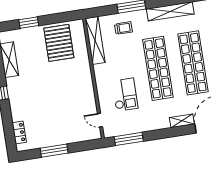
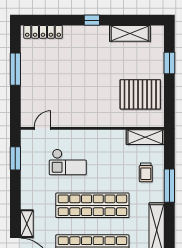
shelving: (95, 40) -> (145, 137), width x0.68
locker: (19, 132) -> (43, 32), width x1.53
window: (129, 139) -> (15, 158), width x0.69

